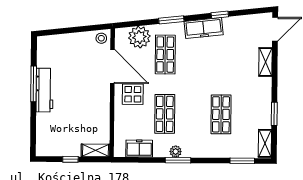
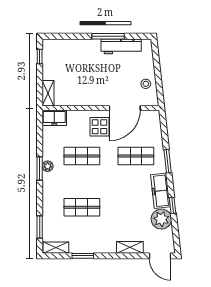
plant: (139, 37) -> (161, 219), moved
stool: (101, 38) -> (146, 84), moved
workbench: (45, 90) -> (121, 46), moved
freezer: (139, 149) -> (54, 118), moved, turned 90
window: (70, 159) -> (40, 57), moved

